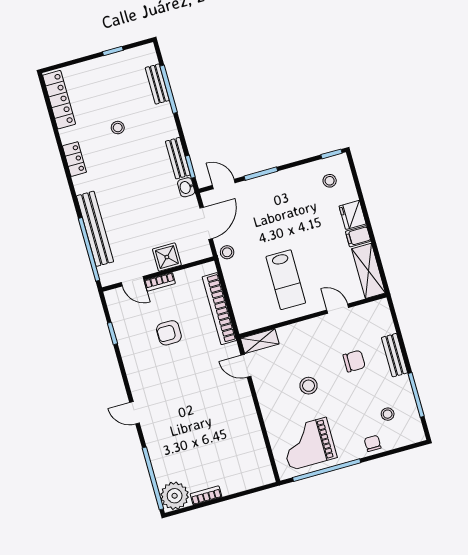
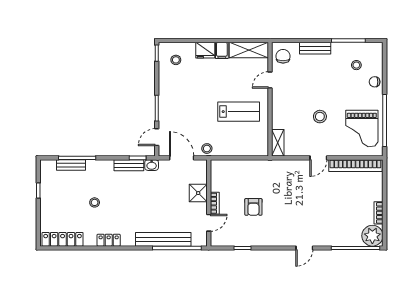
bookcase: (219, 309) -> (355, 166), moved
chair: (354, 361) -> (283, 56), moved
door: (246, 366) -> (318, 158), moved

